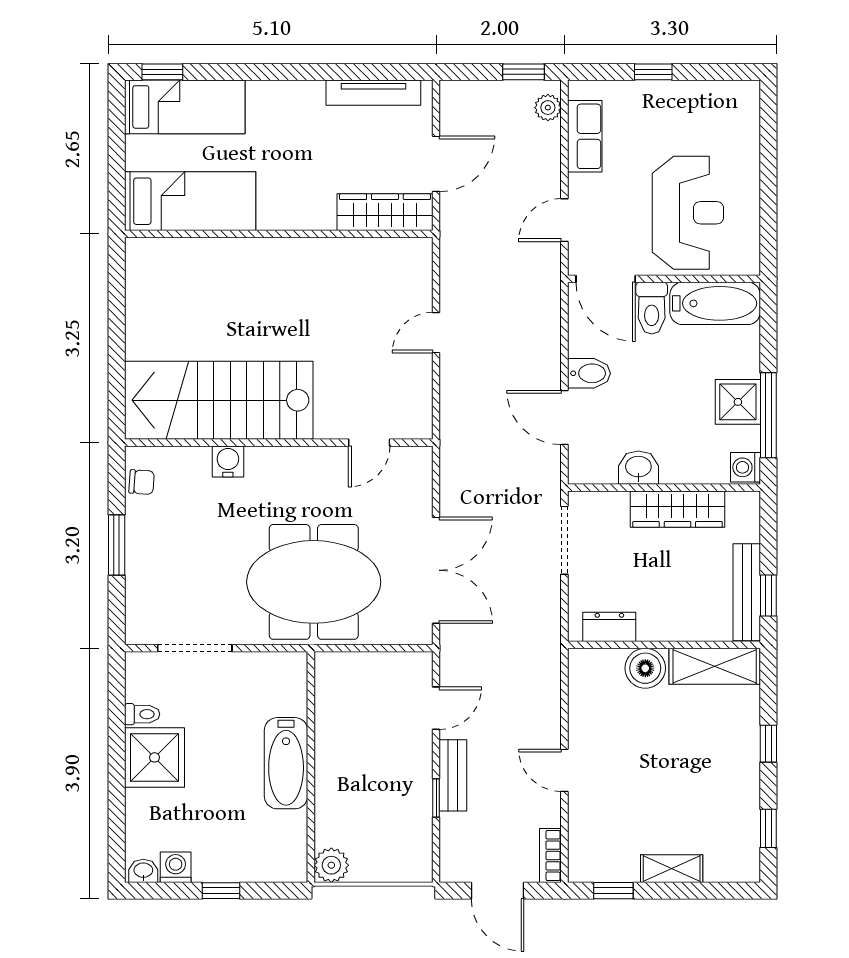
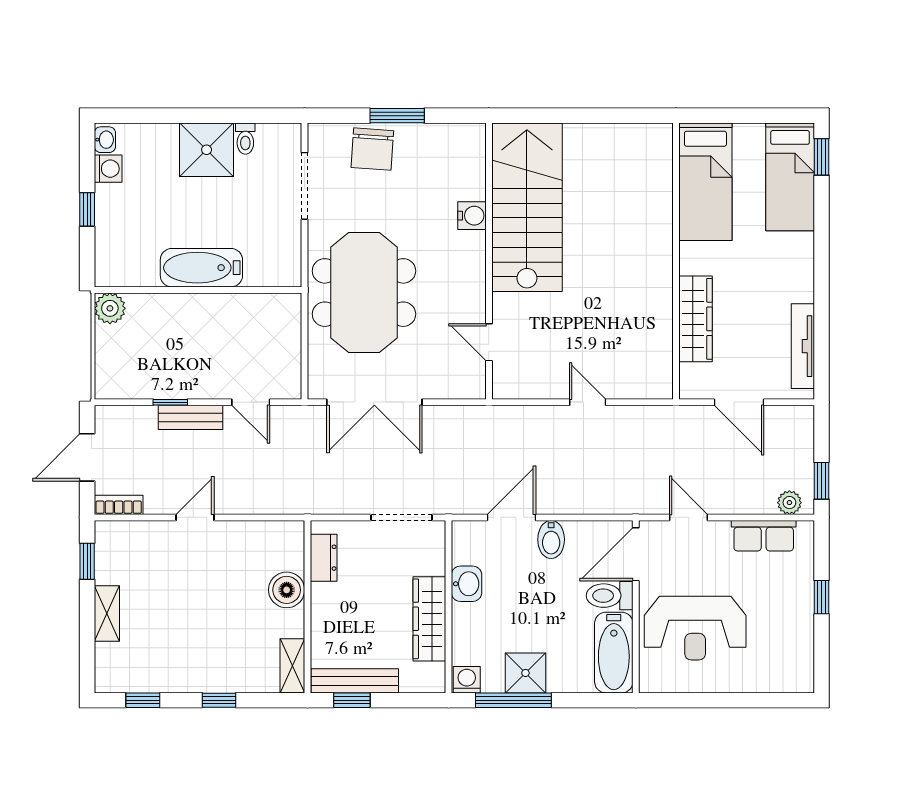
wardrobe: (385, 212) -> (696, 319), moved
chair: (142, 482) -> (372, 149), moved, width x1.87, depth x1.87
shelving: (715, 666) -> (292, 666), width x0.67, depth x0.75

